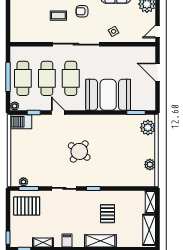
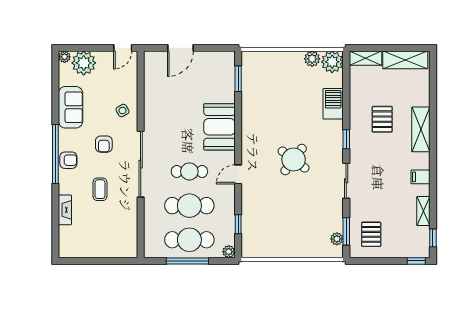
armchair: (82, 11) -> (104, 144), moved
door: (158, 32) -> (123, 48), hinge flipped
cafe table: (71, 78) -> (189, 171), width x0.73, depth x0.74
booth: (108, 95) -> (219, 127), width x0.73, depth x0.70
door: (58, 113) -> (238, 174), moved
barbecue: (21, 122) -> (333, 104), moved, turned 180
plant: (148, 128) -> (332, 62), moved
pallet: (27, 206) -> (371, 234), width x0.67, depth x0.71
pallet: (108, 214) -> (382, 119), turned 90

